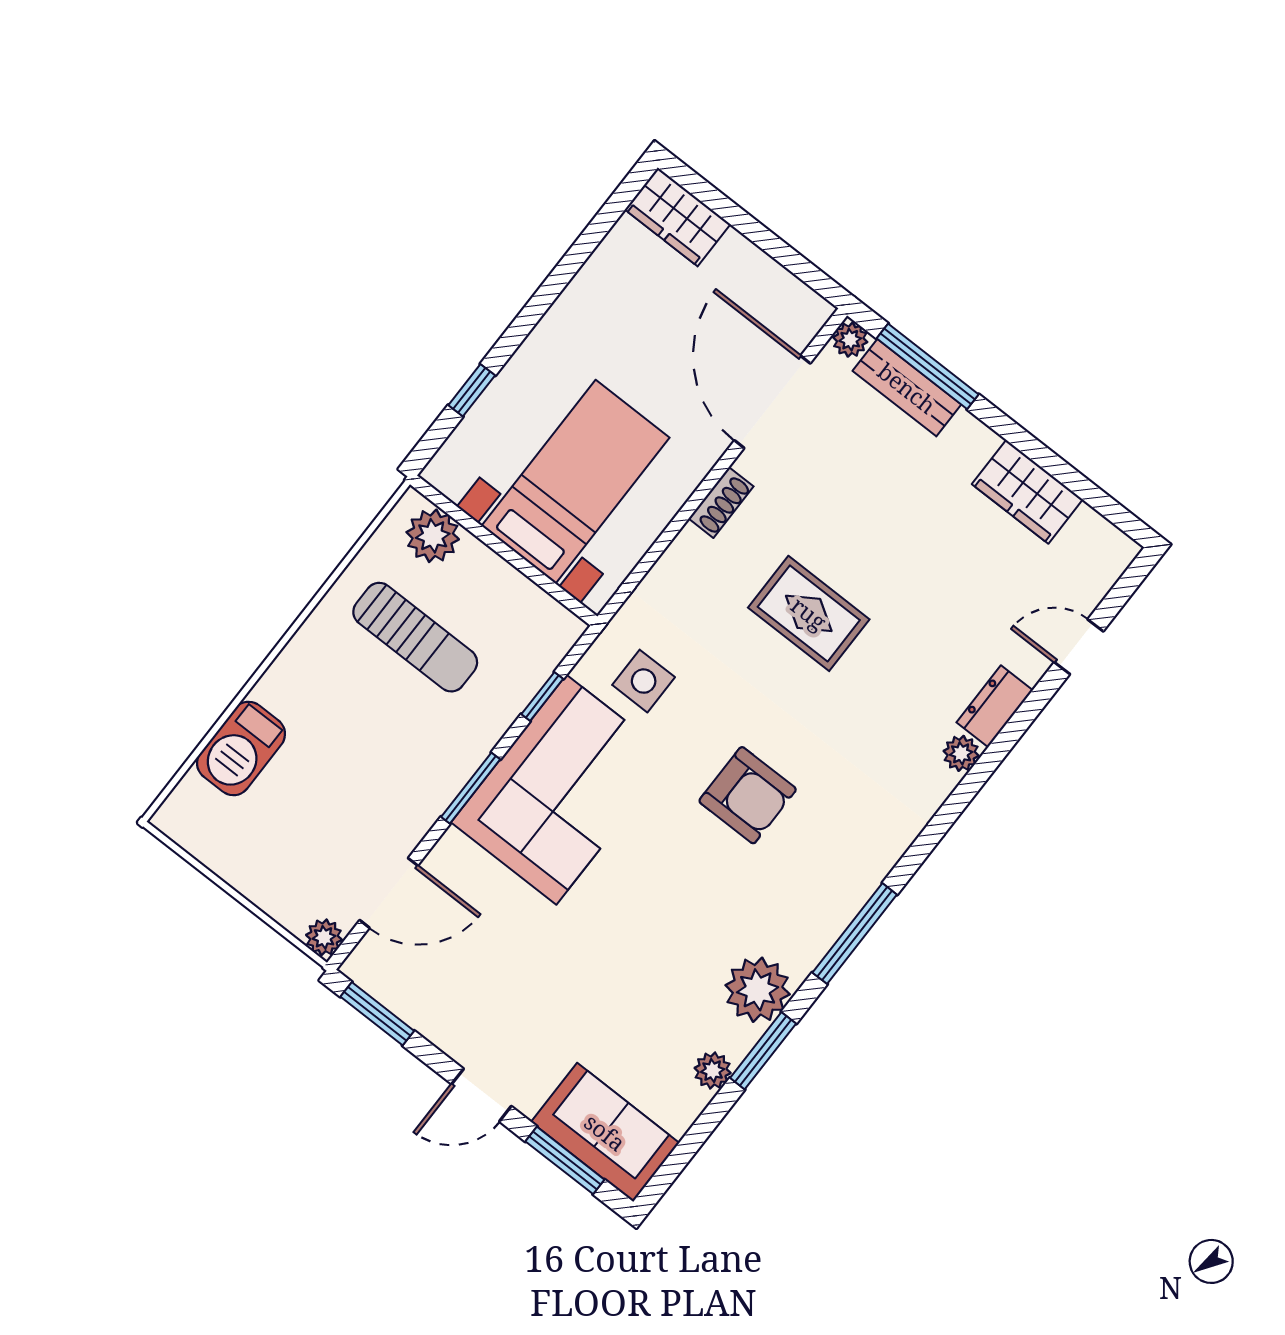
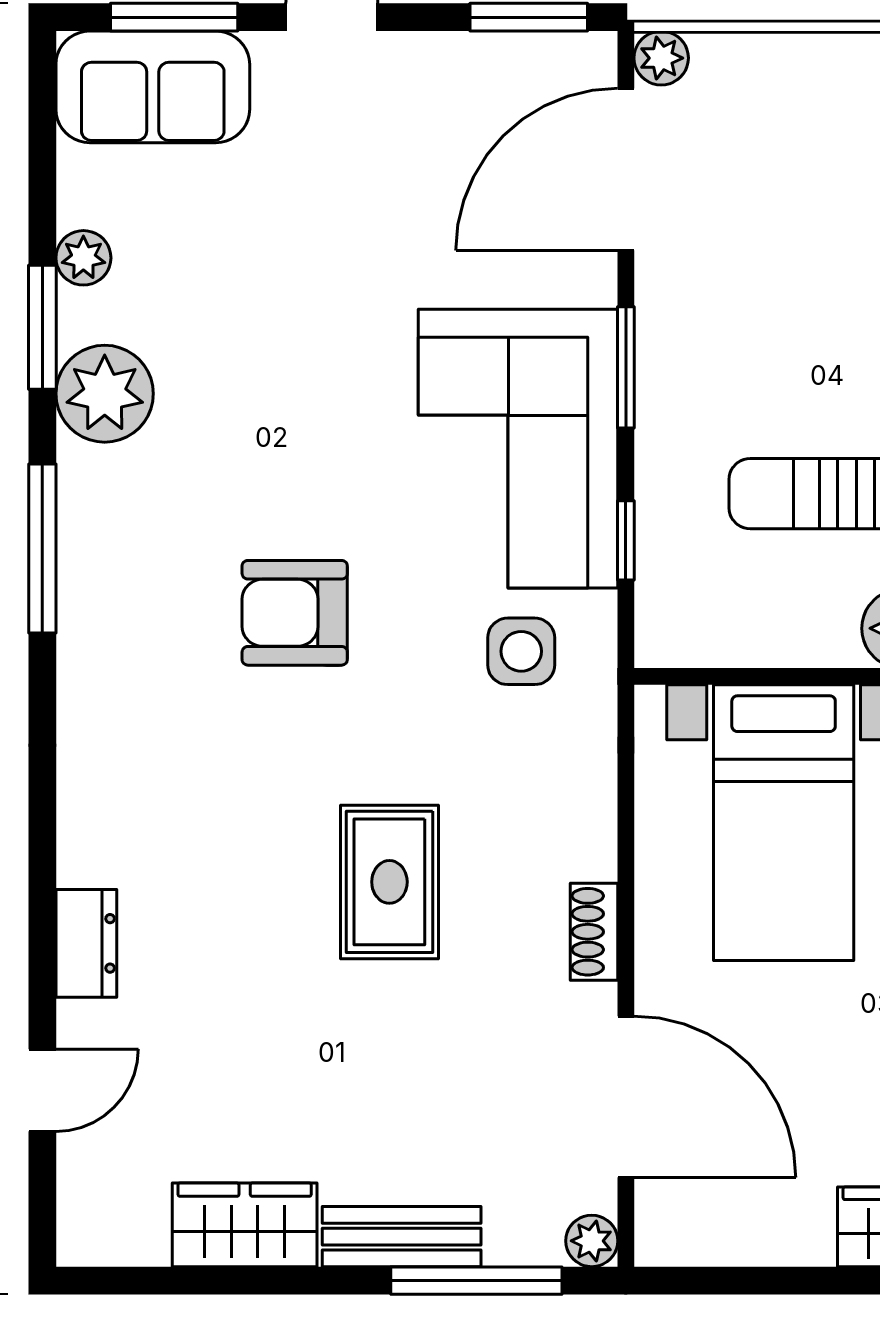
bench: (907, 388) -> (402, 1237), moved
rug: (809, 613) -> (389, 882), turned 90
plant: (961, 753) -> (83, 857), removed
door: (389, 893) -> (626, 169), width x1.36

